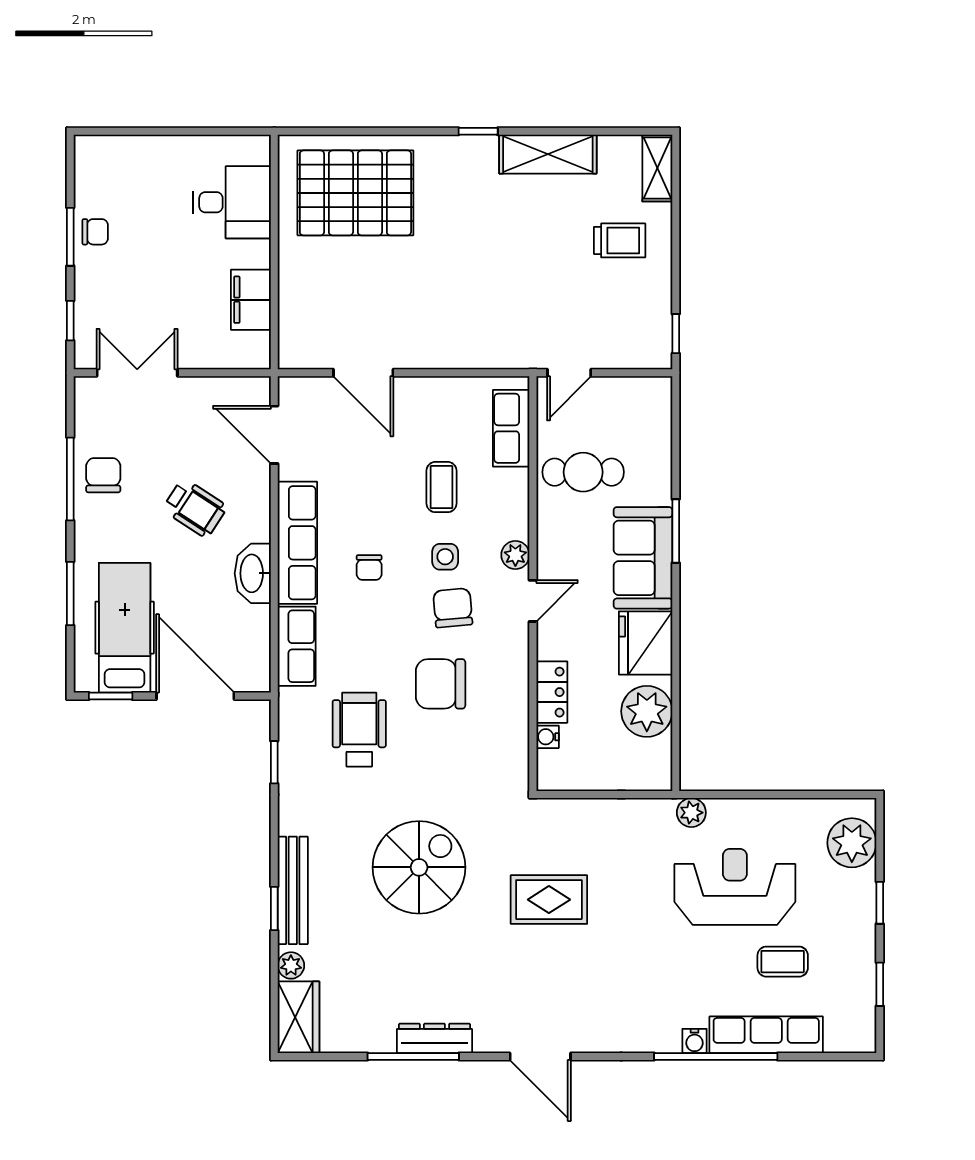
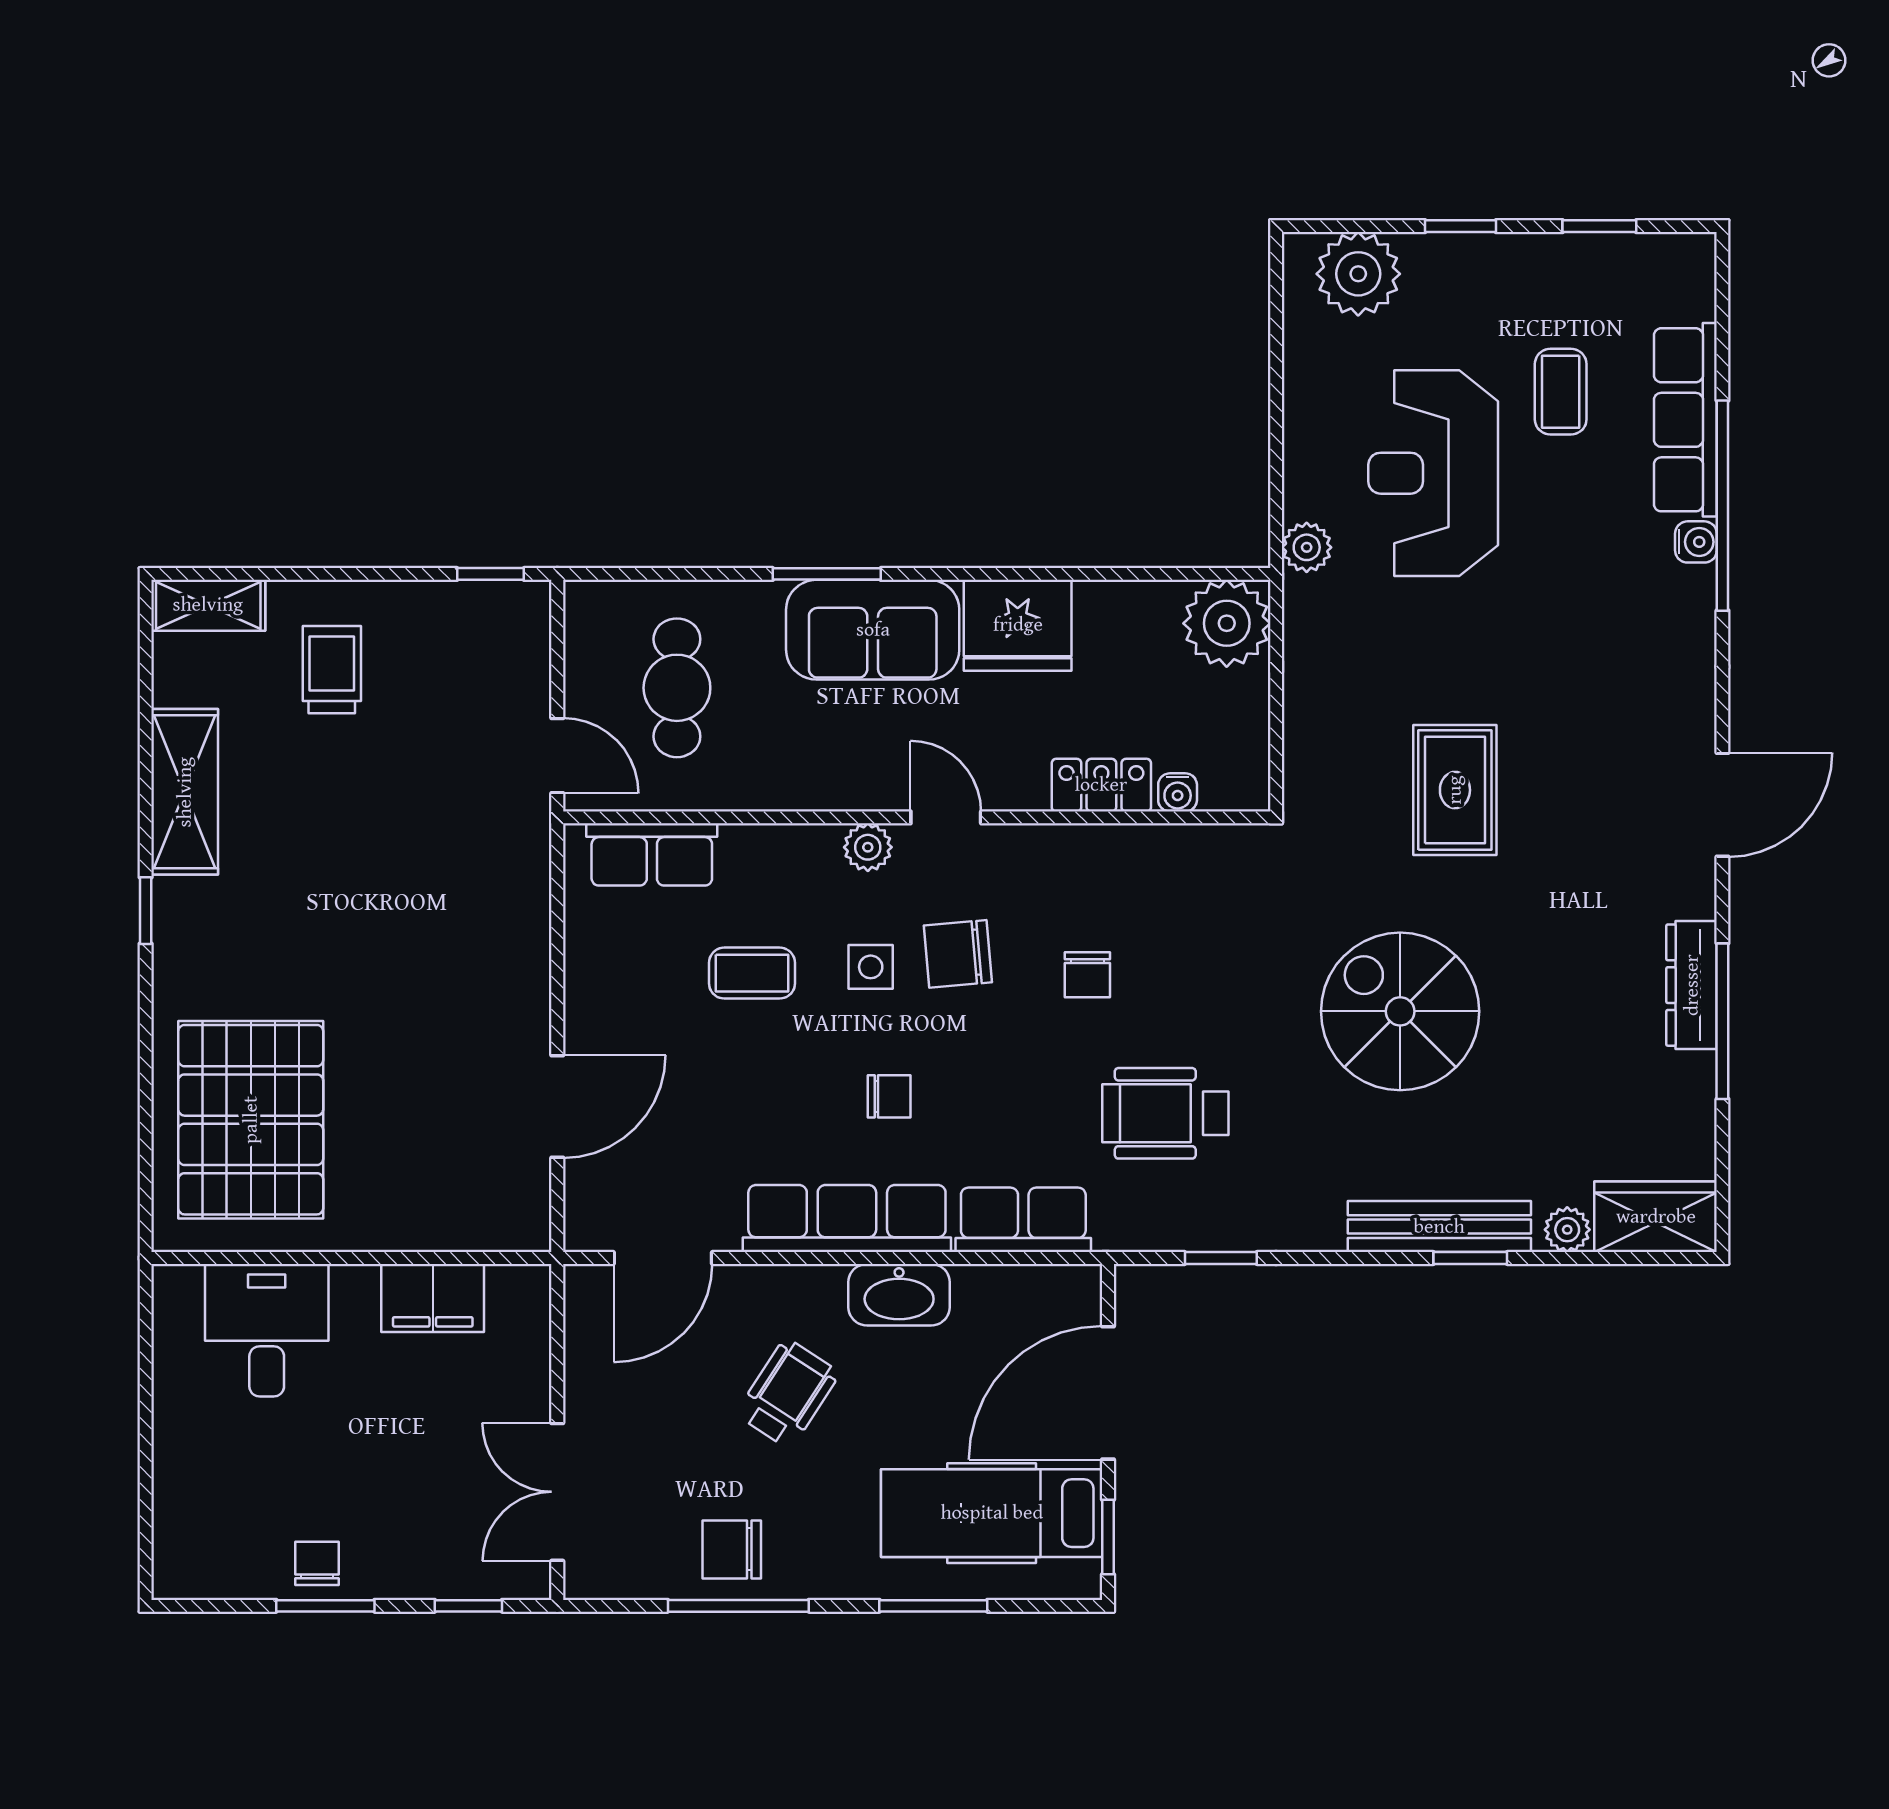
cafe table: (583, 472) -> (677, 688), moved
chair: (441, 684) -> (1087, 975), width x0.54, depth x0.54
plant: (647, 711) -> (1227, 623), moved

